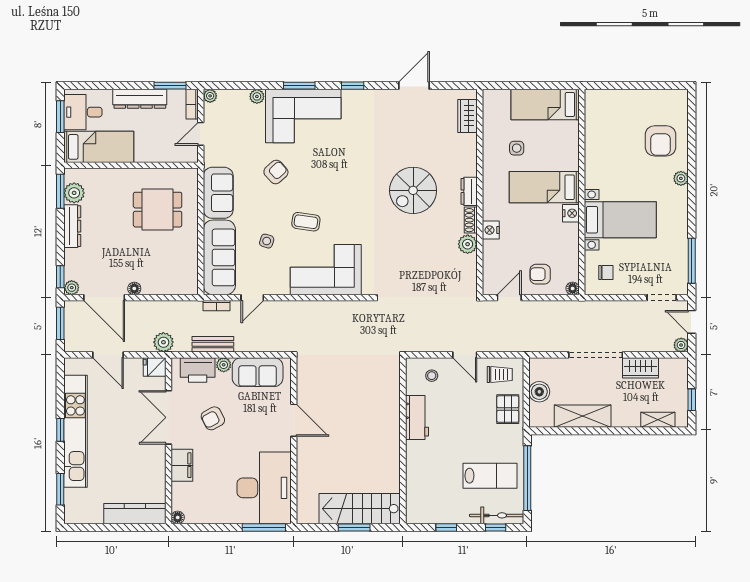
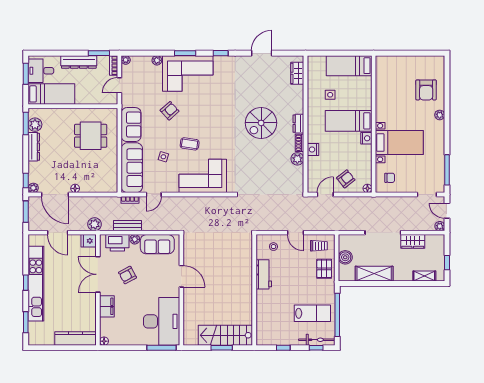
armchair: (540, 274) -> (346, 179), turned 142

